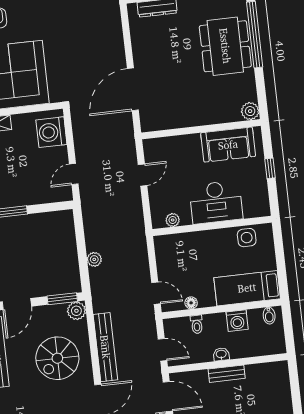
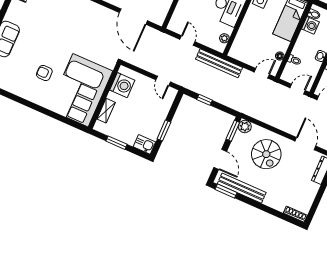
washing machine: (51, 132) -> (122, 85), moved, turned -90
window: (80, 240) -> (205, 100), added
plant: (94, 259) -> (221, 98), removed
washing machine: (237, 321) -> (310, 25), moved
bench: (105, 347) -> (219, 63), moved

